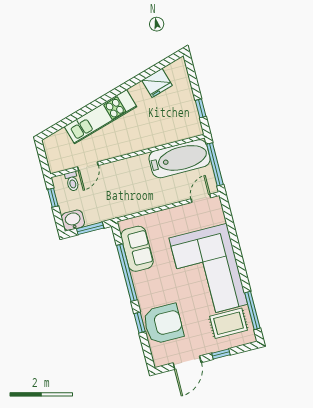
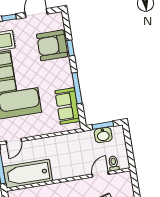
window: (53, 198) -> (130, 152), removed
washbasin: (73, 220) -> (103, 135), moved
window: (127, 273) -> (77, 88), width x0.68

